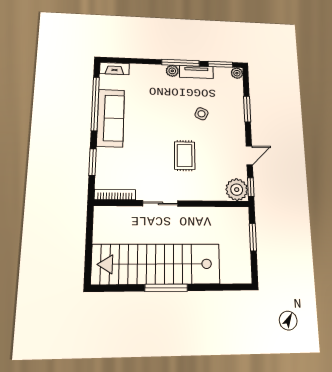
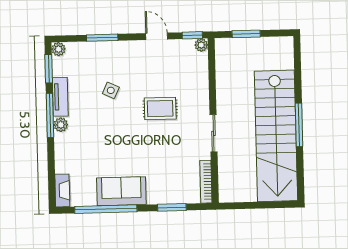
sofa: (111, 118) -> (121, 191), width x0.73
plant: (237, 190) -> (201, 45), width x0.53, depth x0.53

